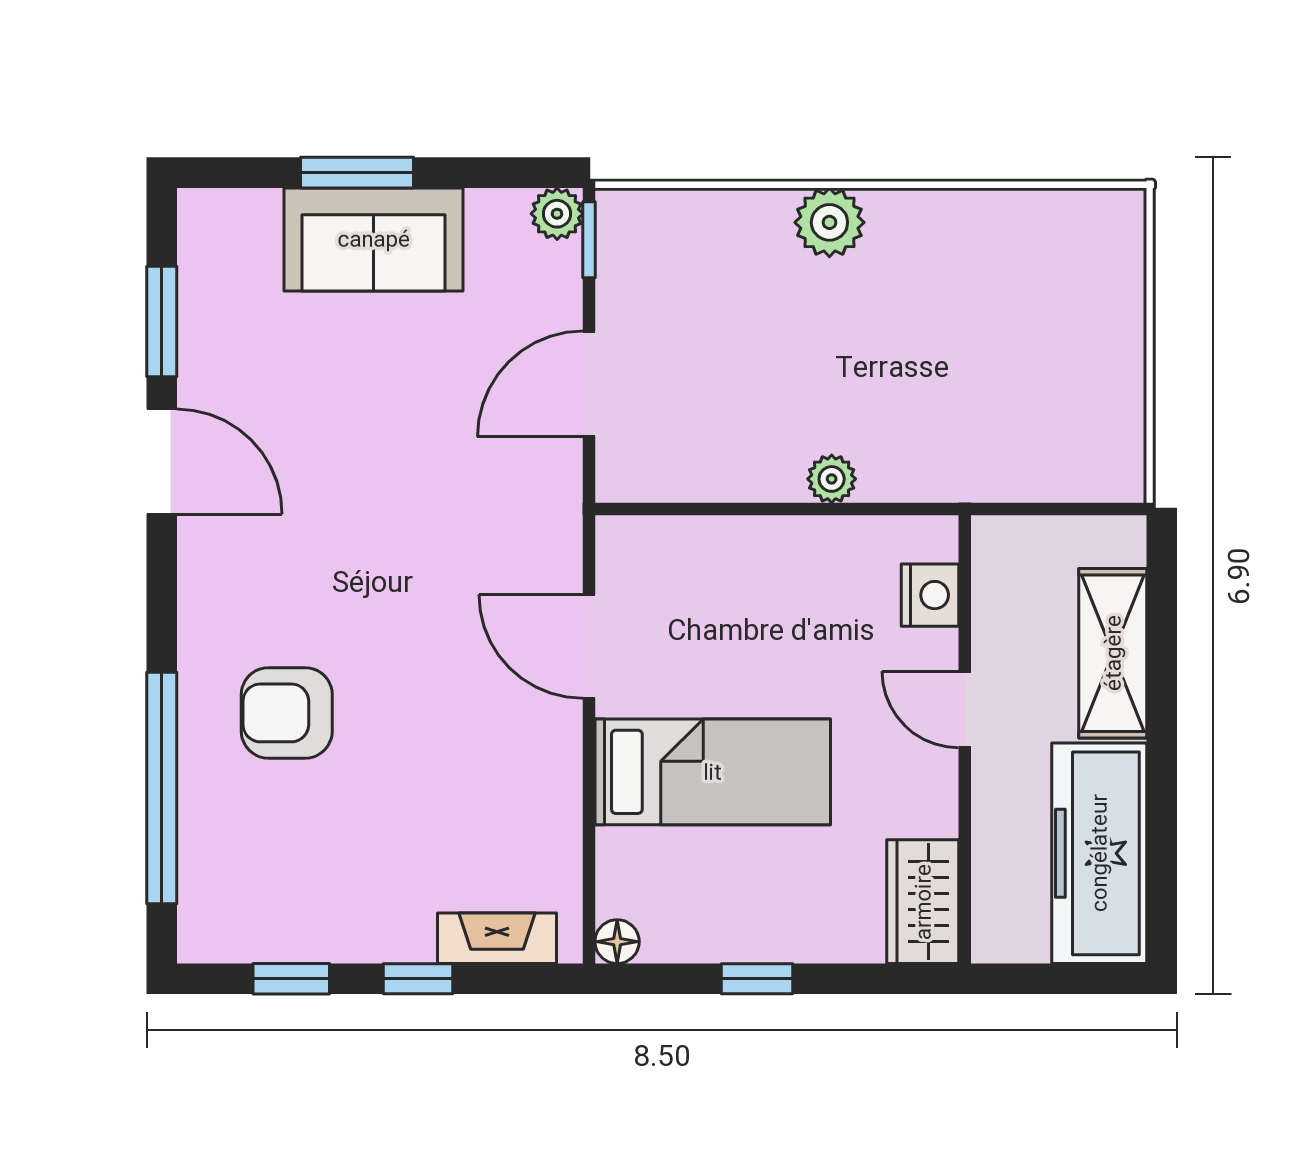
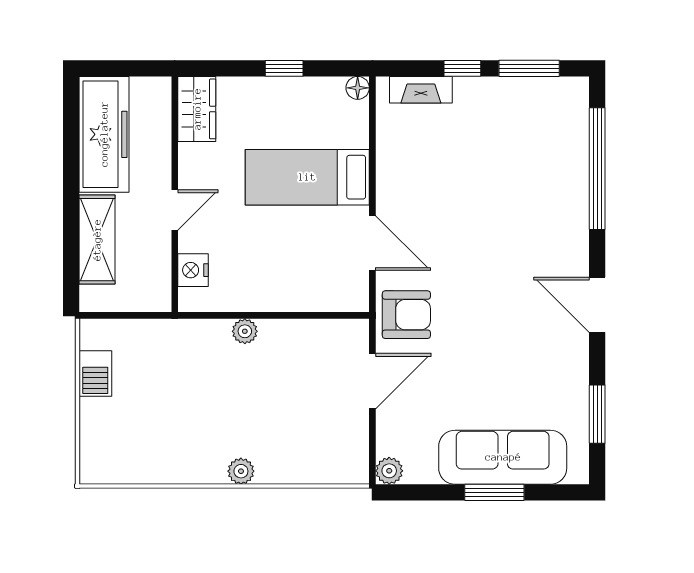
plant: (829, 222) -> (241, 471), width x0.73, depth x0.73
sofa: (374, 239) -> (503, 457), width x1.36
window: (589, 240) -> (372, 457), removed
barbecue: (1116, 399) -> (95, 373), added
door: (162, 462) -> (597, 305), moved
door: (965, 710) -> (175, 210), hinge flipped
armchair: (287, 713) -> (406, 315), moved
window: (291, 979) -> (529, 68), width x1.50

